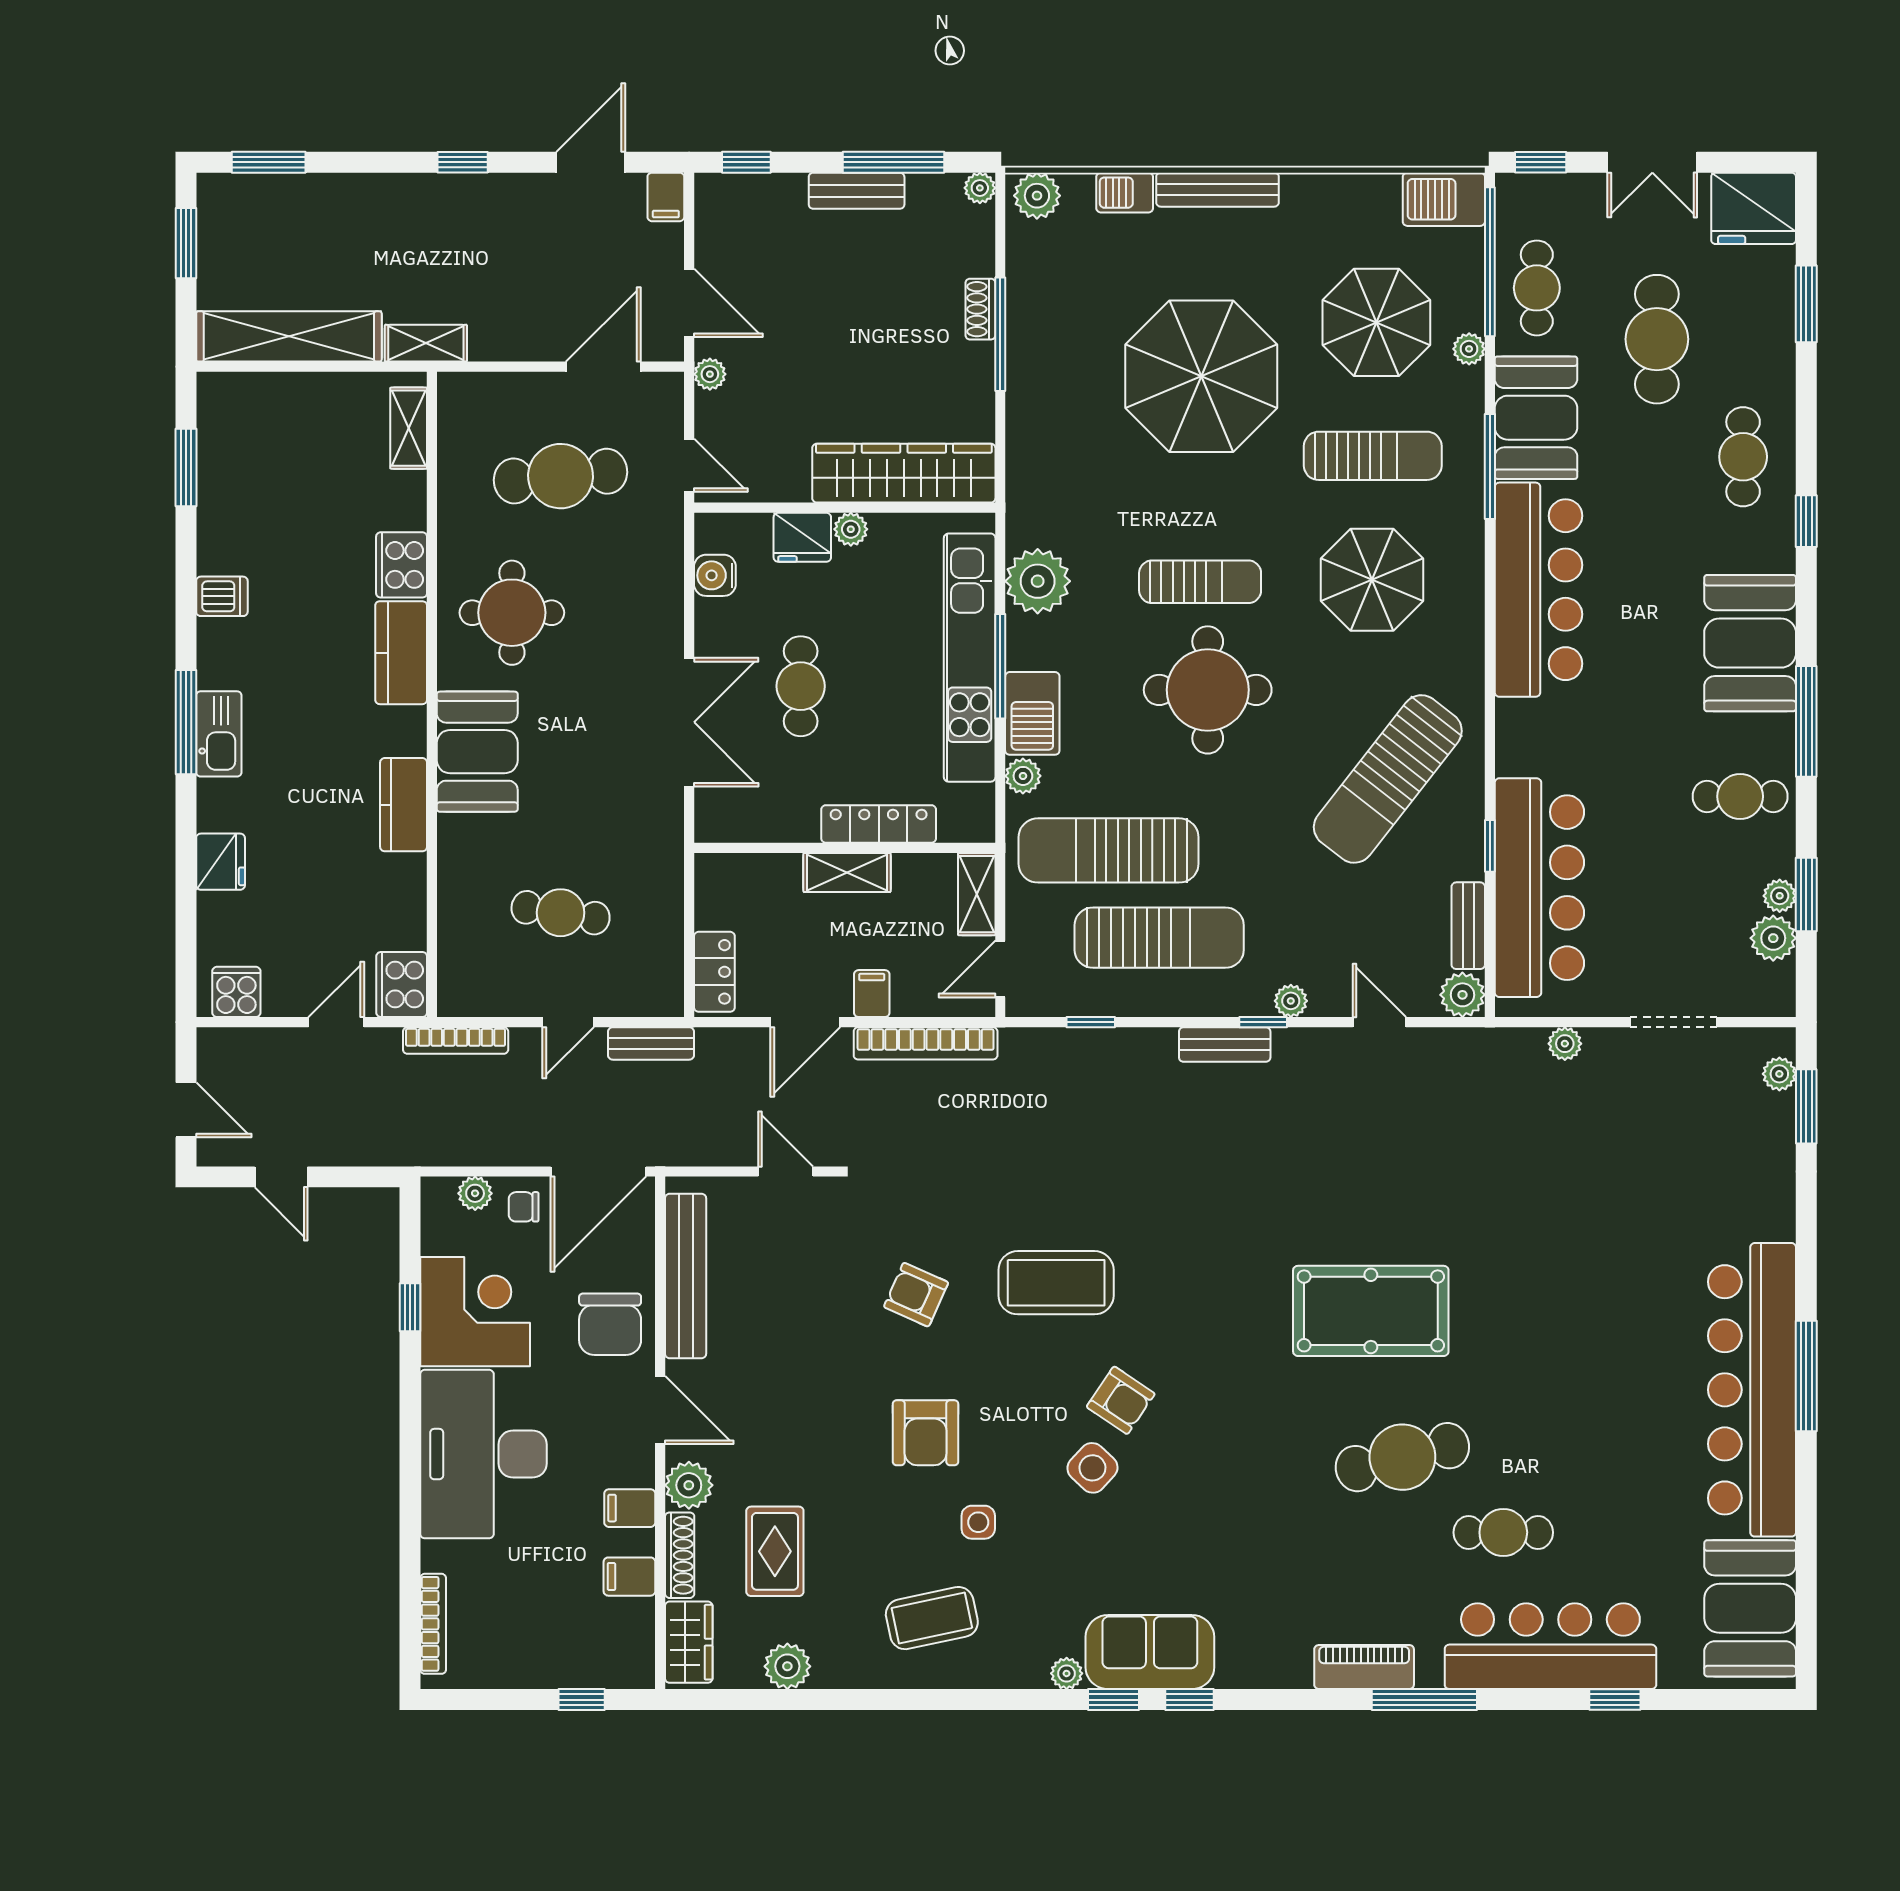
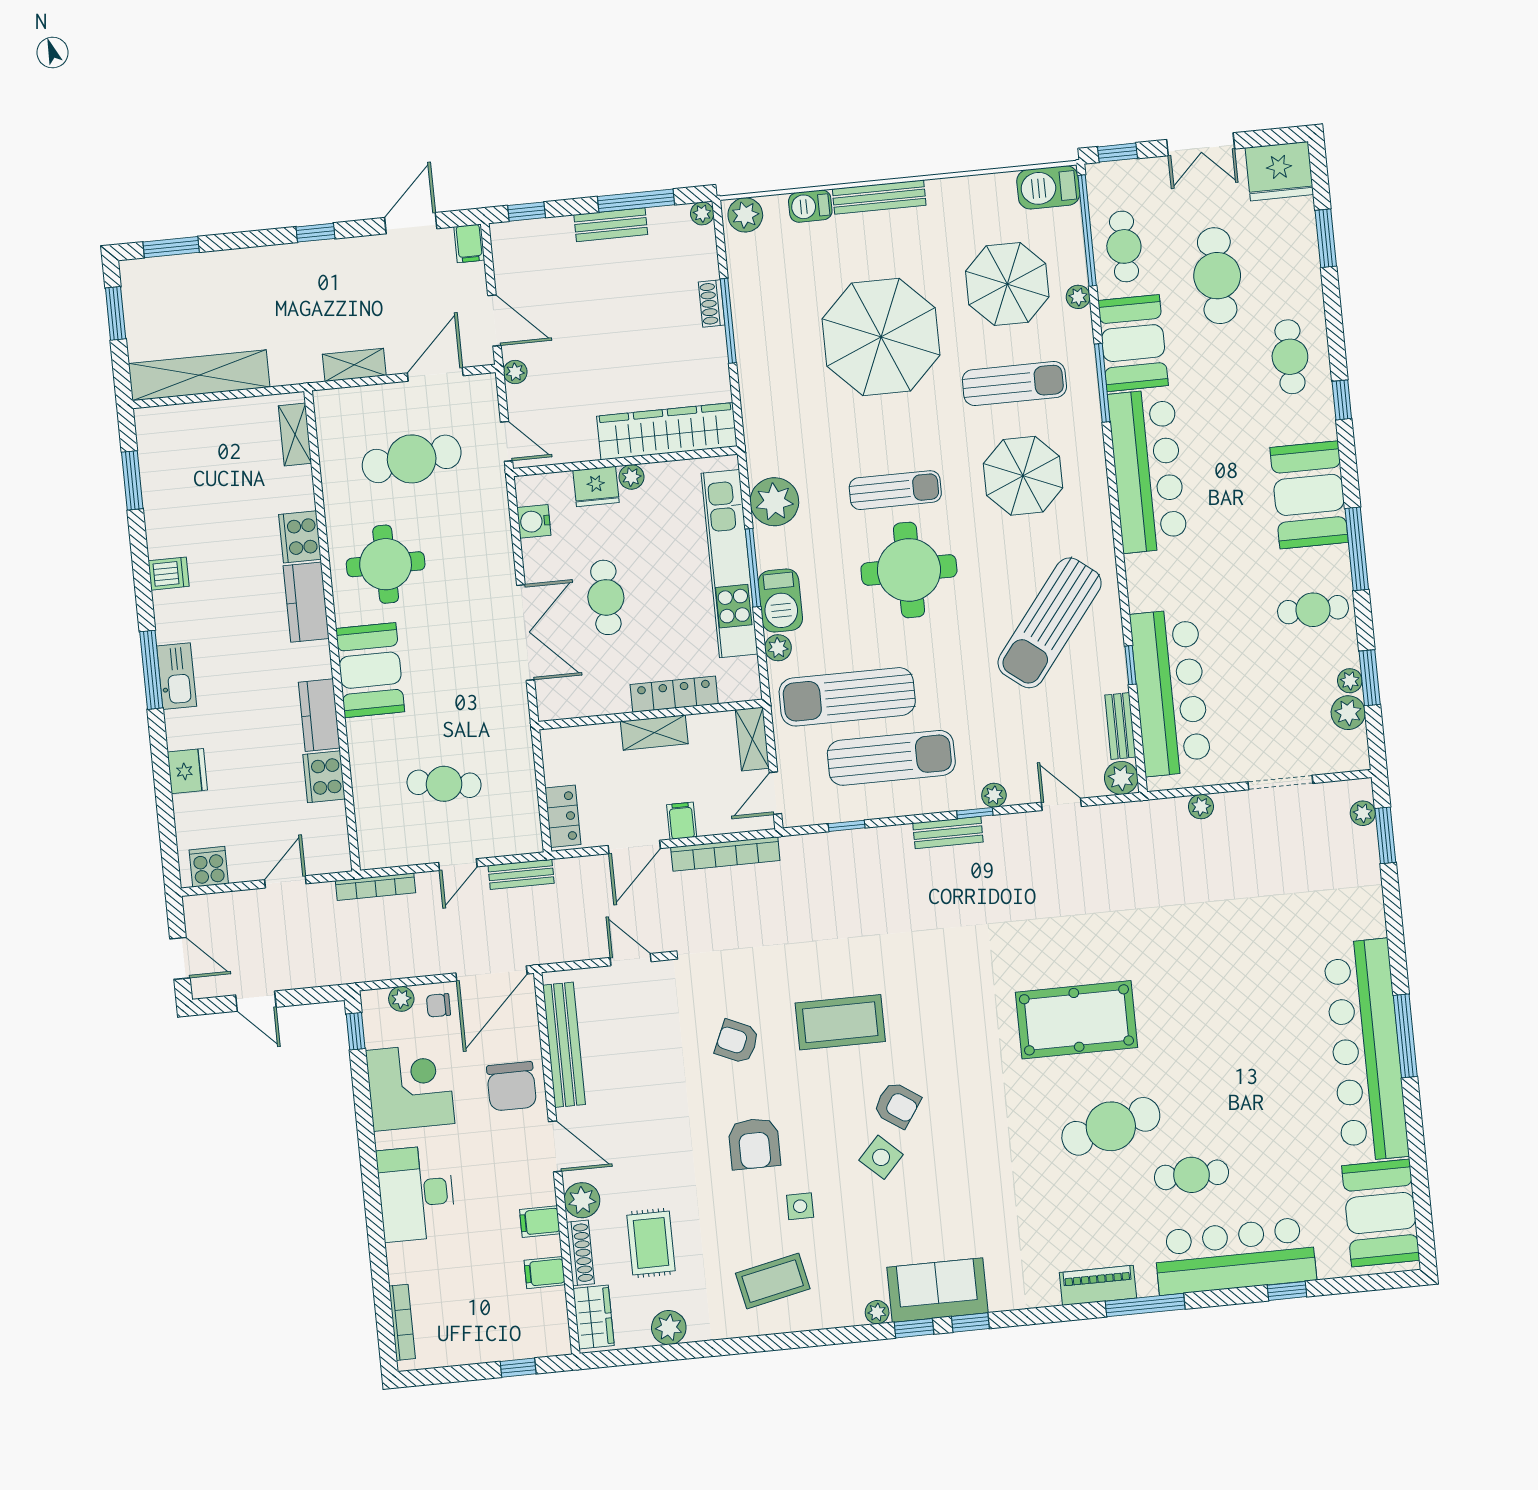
shelving: (426, 343) -> (354, 365), moved
cooker: (402, 984) -> (324, 777), moved
window: (410, 1307) -> (356, 1031), moved
desk: (483, 1454) -> (416, 1193), width x0.73, depth x0.77

